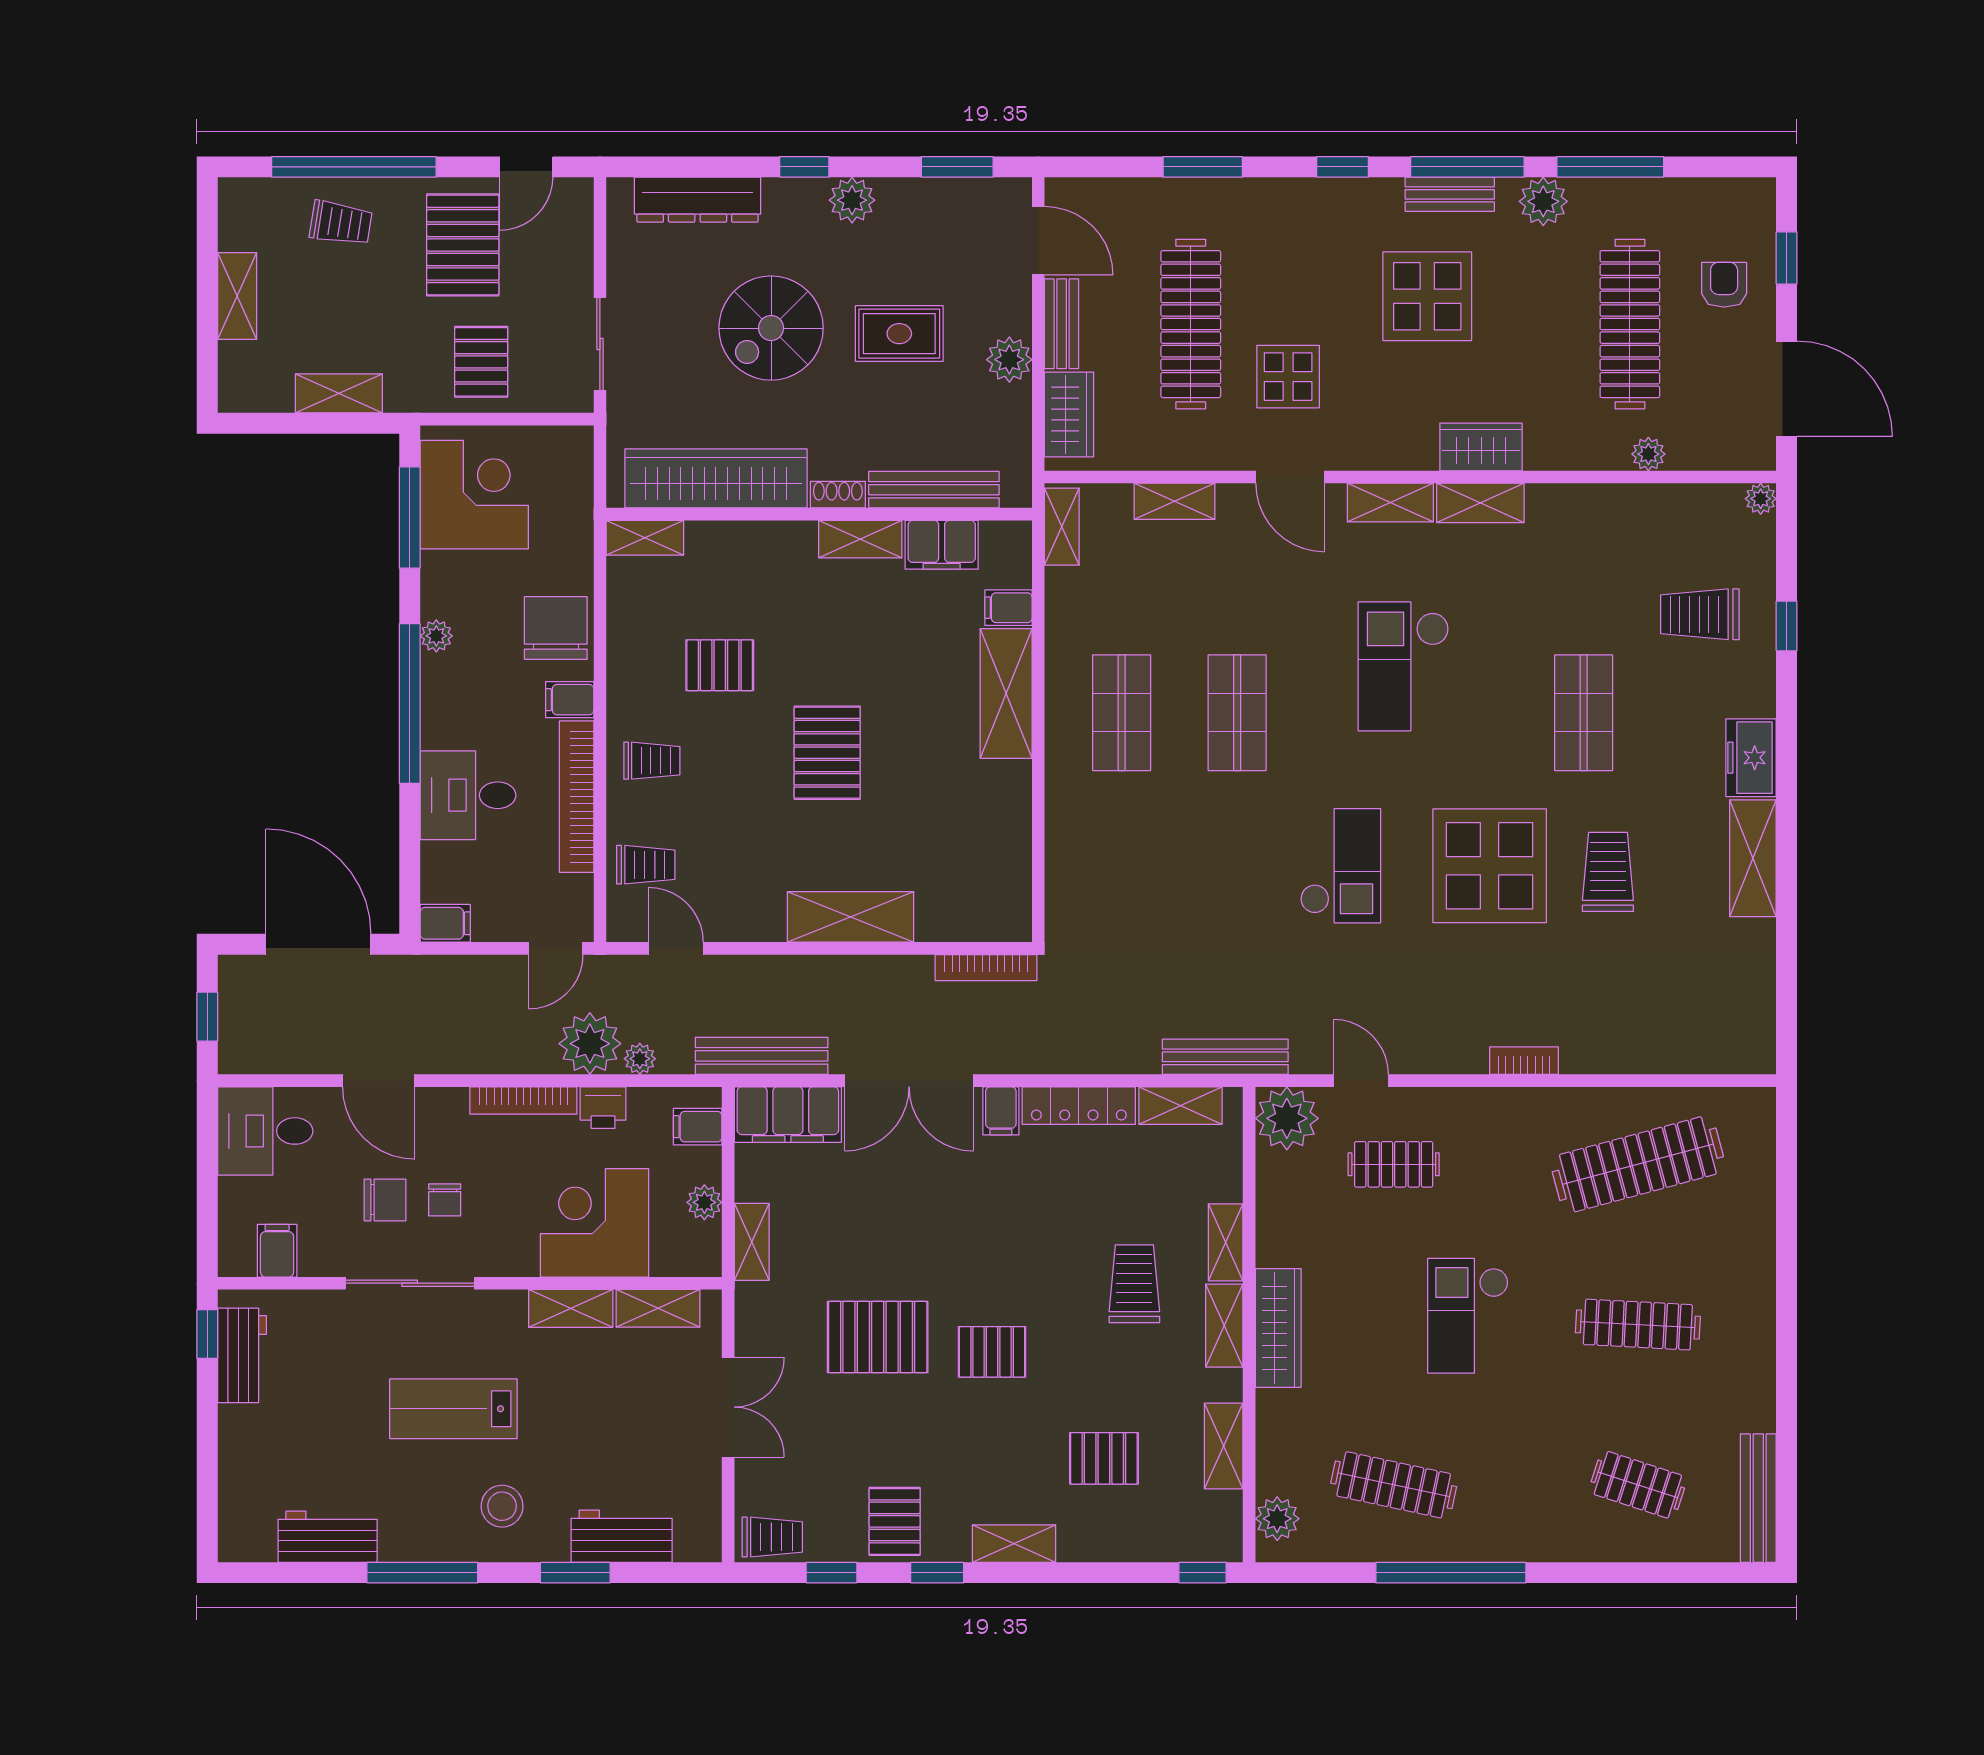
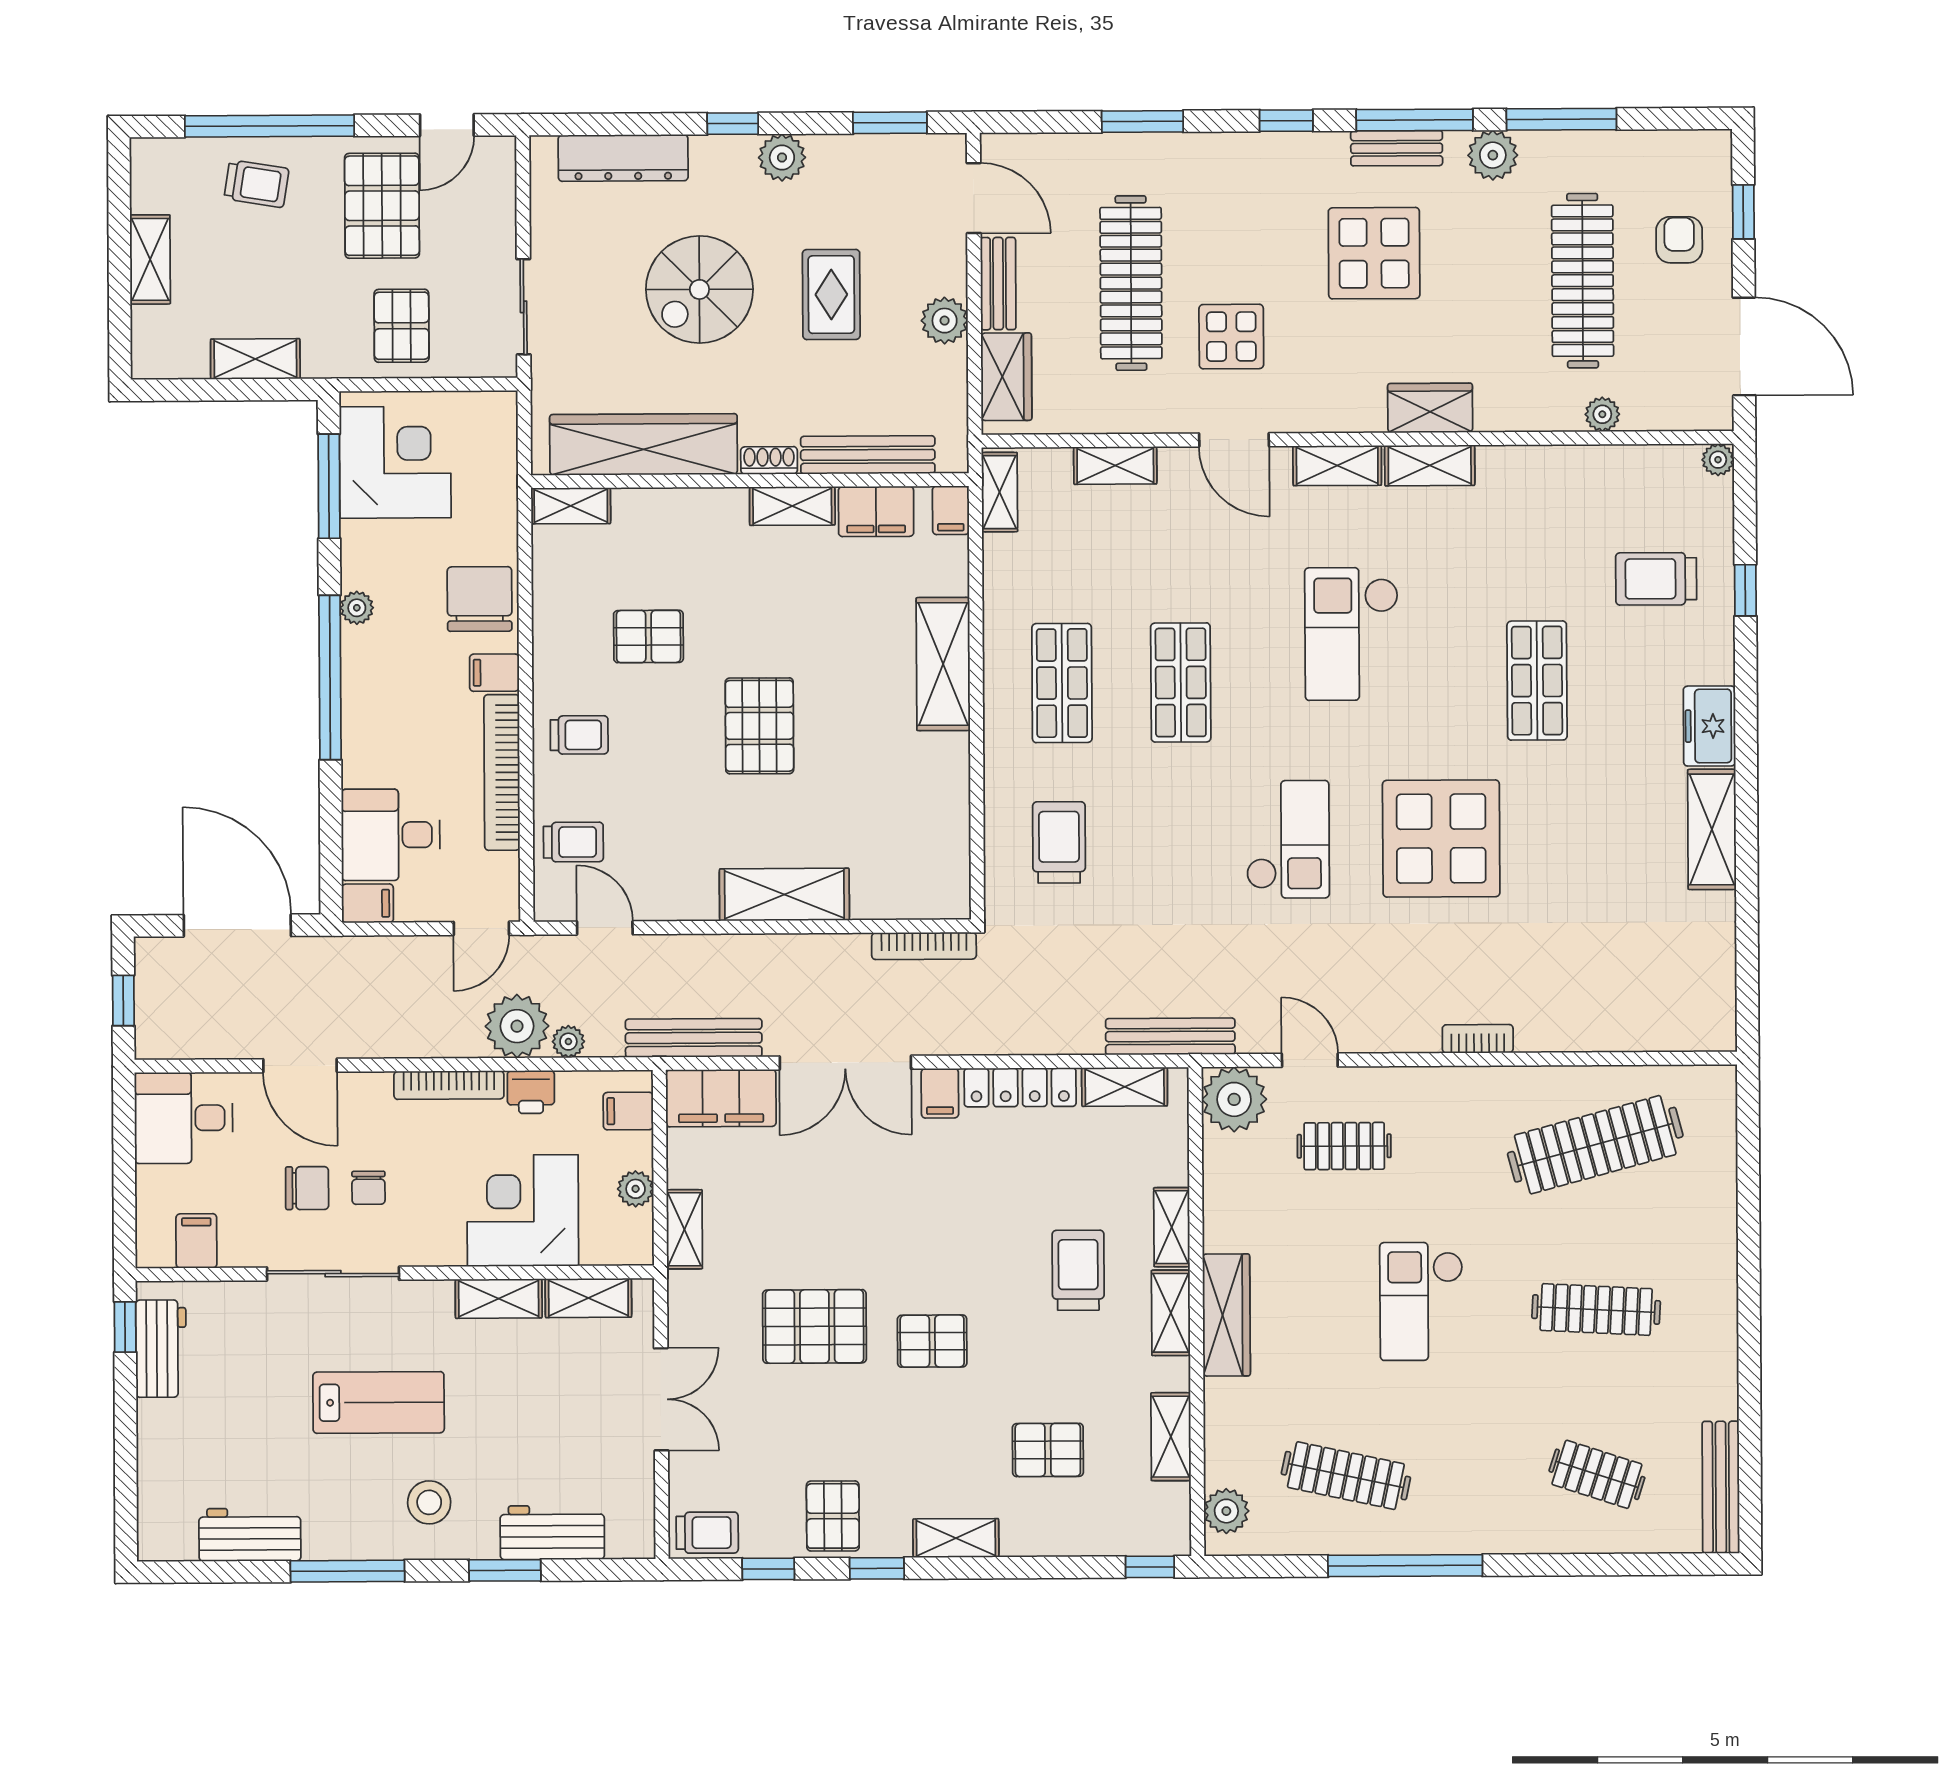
rug: (899, 334) -> (831, 294), turned 90
filing cabinet: (1008, 608) -> (951, 510), moved, turned -90
desk: (468, 795) -> (391, 835), moved
trolley: (1608, 872) -> (1059, 842), moved
lab bench: (453, 1409) -> (379, 1402), turned 180

